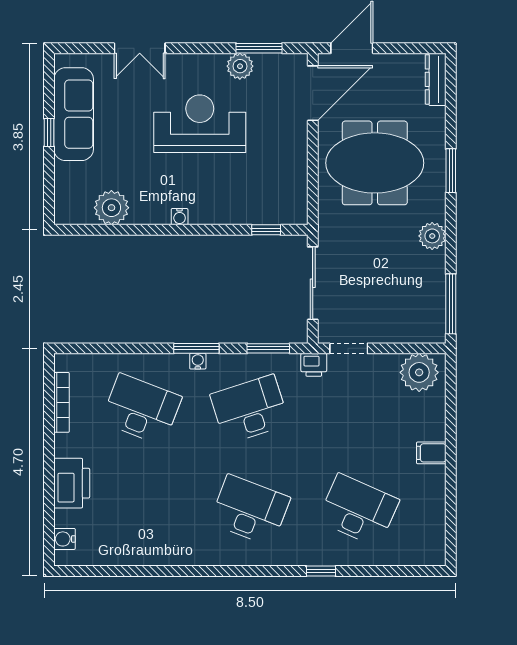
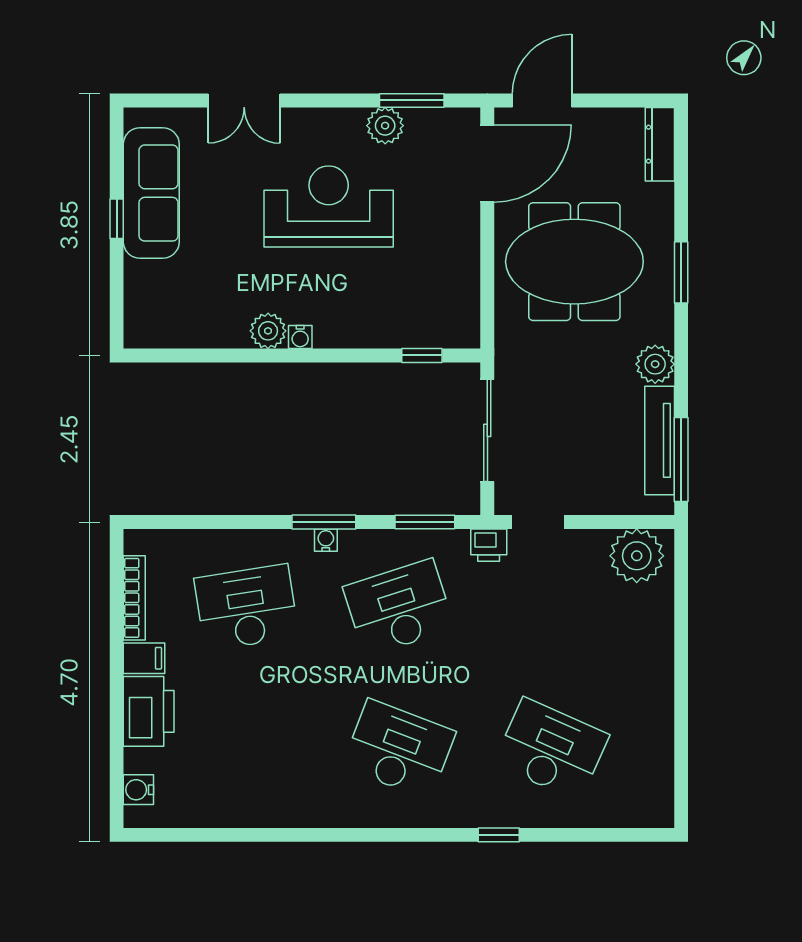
plant: (111, 208) -> (268, 331), moved, width x0.73, depth x0.73
tv unit: (435, 290) -> (660, 440), added
desk: (141, 409) -> (246, 608), turned -30
filing cabinet: (431, 453) -> (144, 658), moved, turned 180

